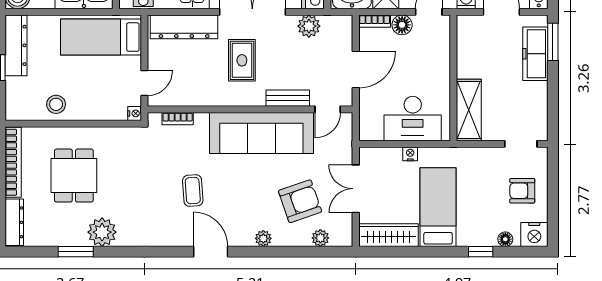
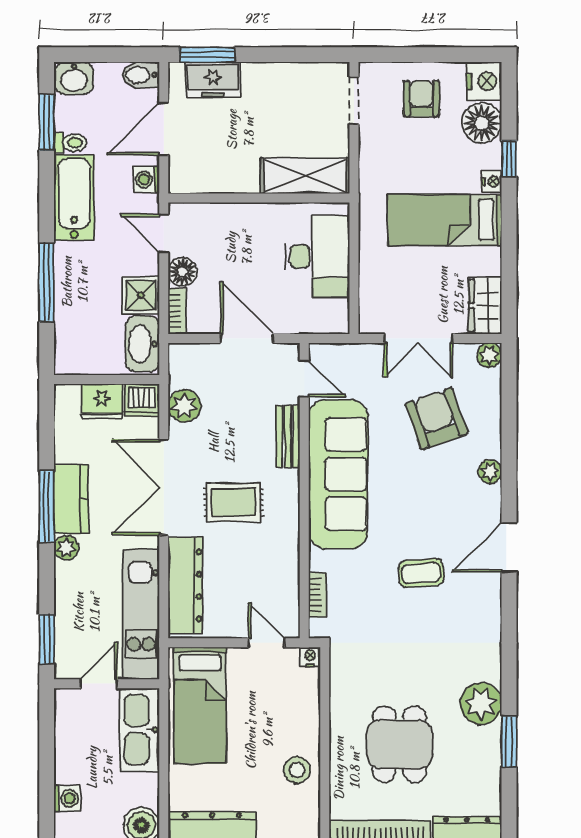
freezer: (535, 54) -> (213, 80), width x0.71
nightstand: (410, 154) -> (492, 182), moved, turned 180
dining table: (74, 176) -> (399, 744), turned 90
armchair: (522, 191) -> (421, 99), turned 180
wardrobe: (388, 235) -> (485, 306), width x0.67
plant: (320, 238) -> (489, 355), moved
floor lamp: (505, 239) -> (482, 123), width x1.89, depth x1.89

